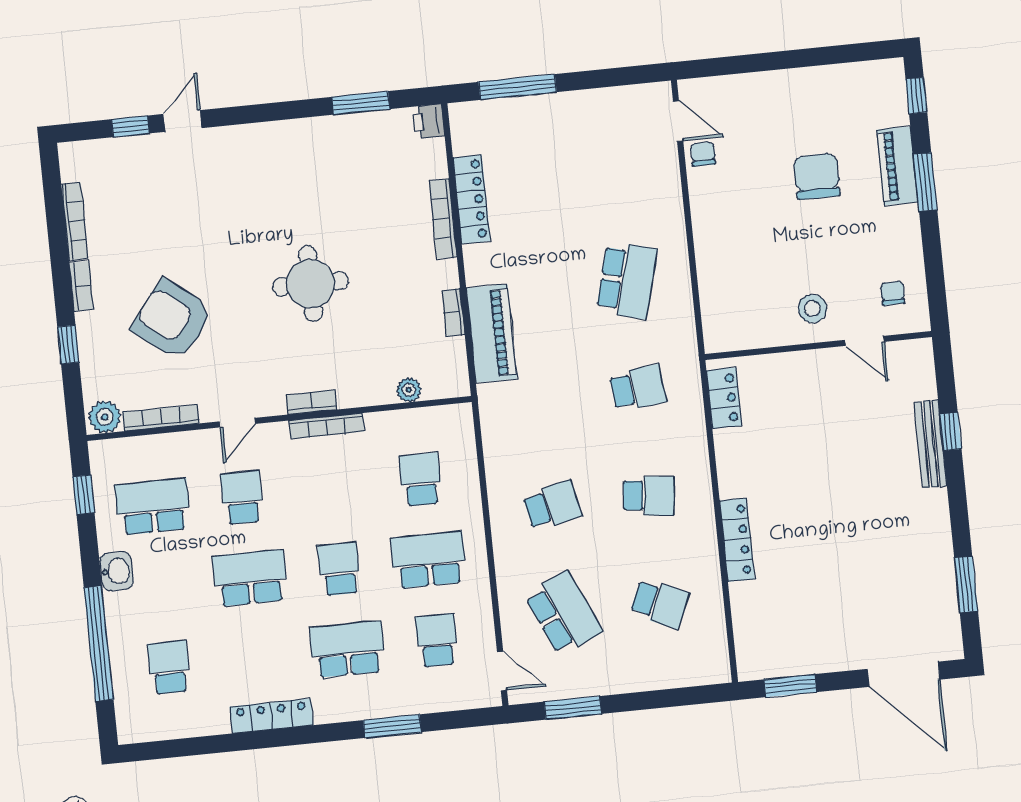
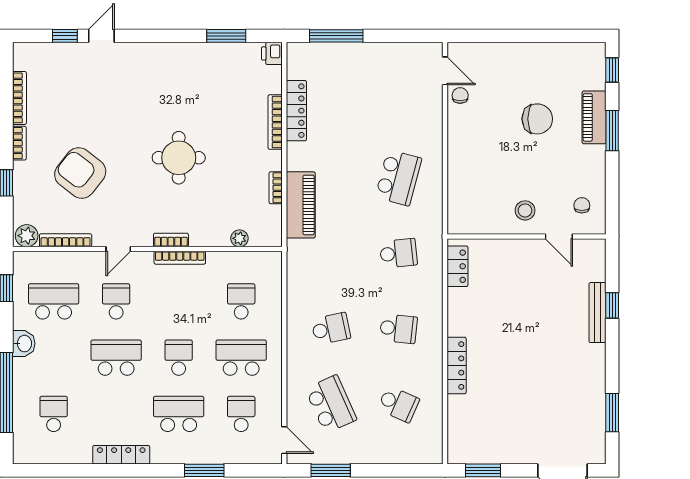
chair: (817, 176) -> (537, 119), turned 90

